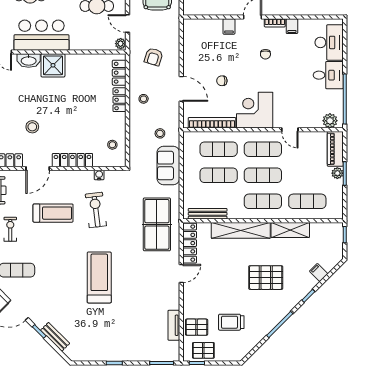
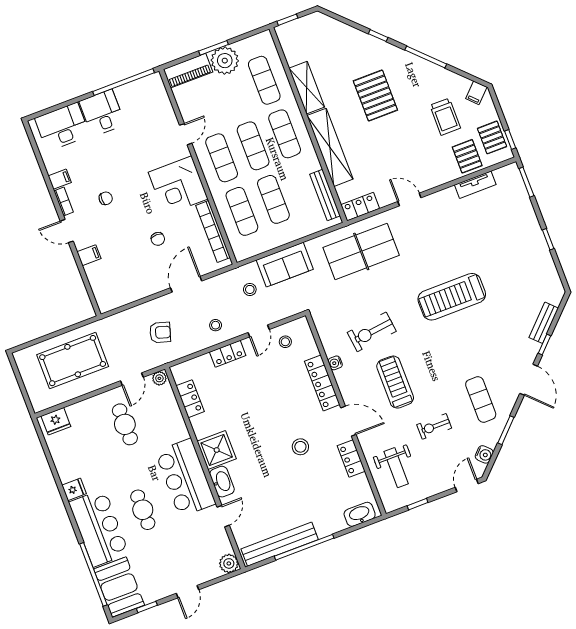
locker: (119, 73) -> (190, 399), moved, turned -90
plant: (330, 121) -> (156, 90), removed
door: (128, 128) -> (259, 331), added
plant: (337, 173) -> (225, 61), width x1.87, depth x1.87
water cooler: (99, 175) -> (335, 363), moved
locker: (190, 243) -> (360, 207), width x0.66
filing cabinet: (319, 273) -> (476, 93), moved

